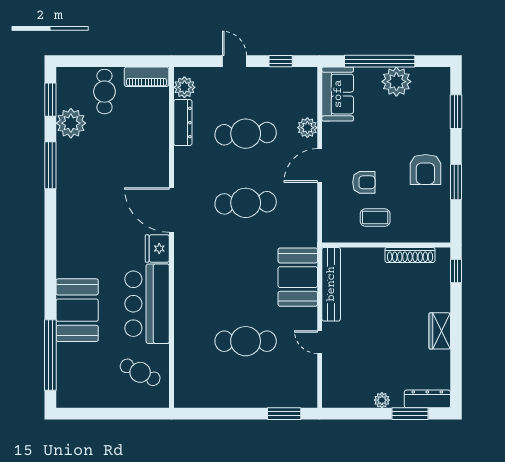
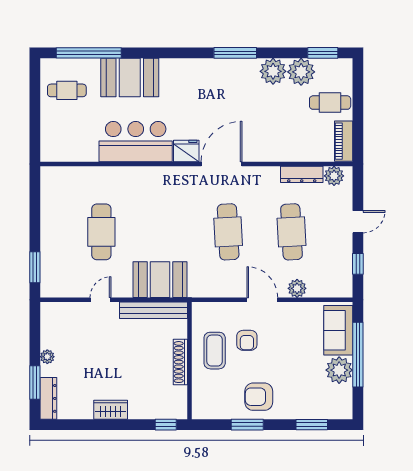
sofa: (338, 94) -> (338, 330), moved, turned 90
plant: (70, 154) -> (273, 71), added
window: (50, 165) -> (235, 53), moved
coffee table: (375, 218) -> (215, 351), width x1.36, depth x1.30
shoe rack: (410, 255) -> (180, 362), moved
cafe table: (140, 372) -> (67, 90), moved, turned 64

